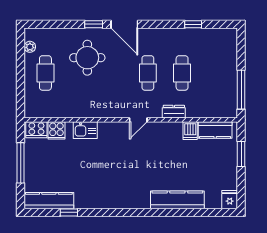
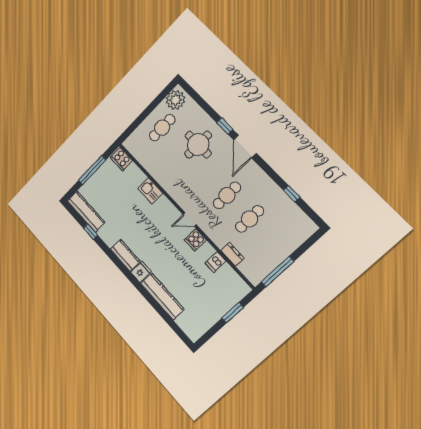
plant: (30, 47) -> (175, 100), width x1.87, depth x1.87
dresser: (174, 112) -> (232, 254), moved
cooker: (56, 130) -> (195, 240), moved
kitchen counter: (215, 130) -> (125, 255), moved, turned 180
fridge: (230, 200) -> (141, 272), moved

